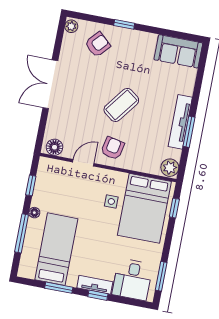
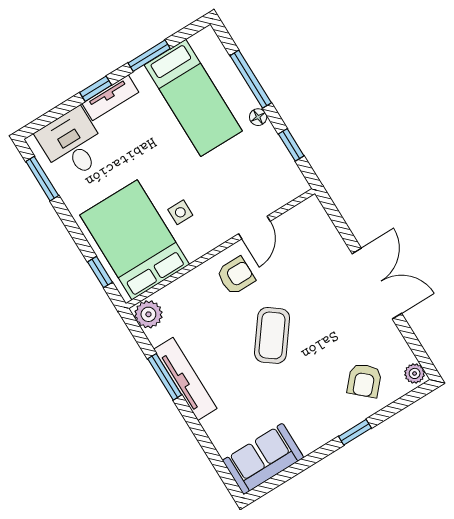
floor lamp: (54, 147) -> (305, 215), removed
armchair: (113, 148) -> (236, 276), turned -102

